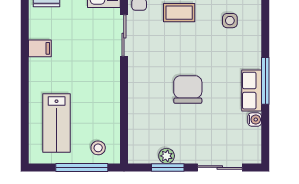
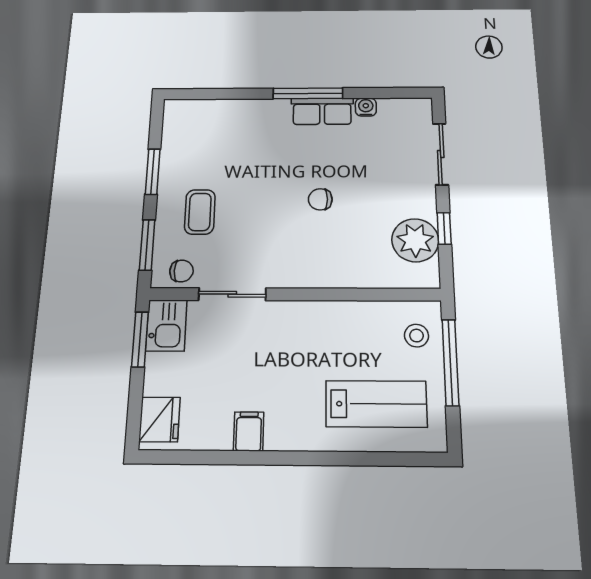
side table: (230, 21) -> (216, 141), removed
chair: (188, 90) -> (320, 199), width x0.54, depth x0.54
plant: (167, 156) -> (415, 240), width x1.88, depth x1.88
window: (168, 167) -> (444, 228), width x0.67

